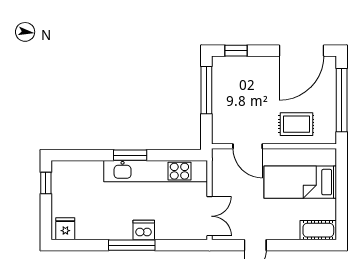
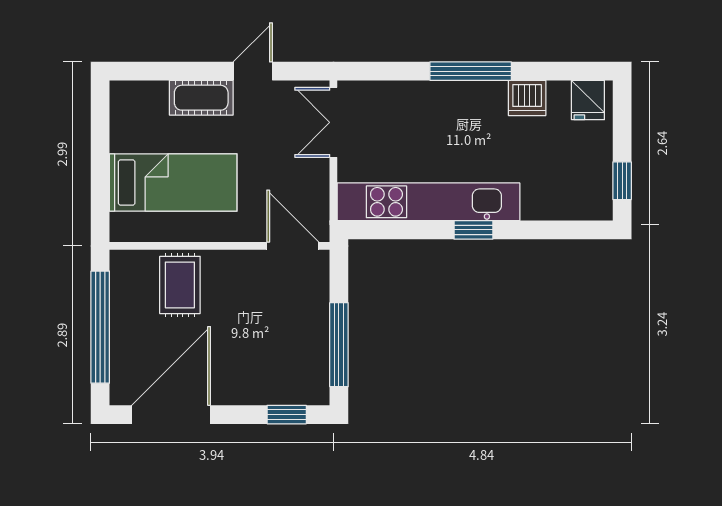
rug: (296, 124) -> (180, 285), turned 90
door: (248, 146) -> (293, 246), moved
window: (130, 155) -> (473, 230), width x0.67
dishwasher: (144, 230) -> (527, 98), moved
cot: (318, 230) -> (201, 98), moved

